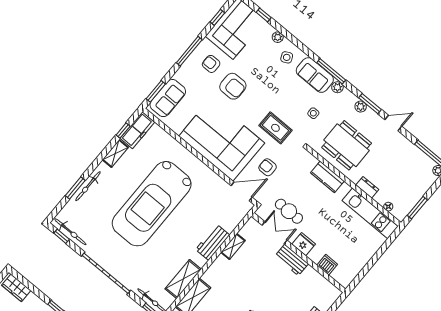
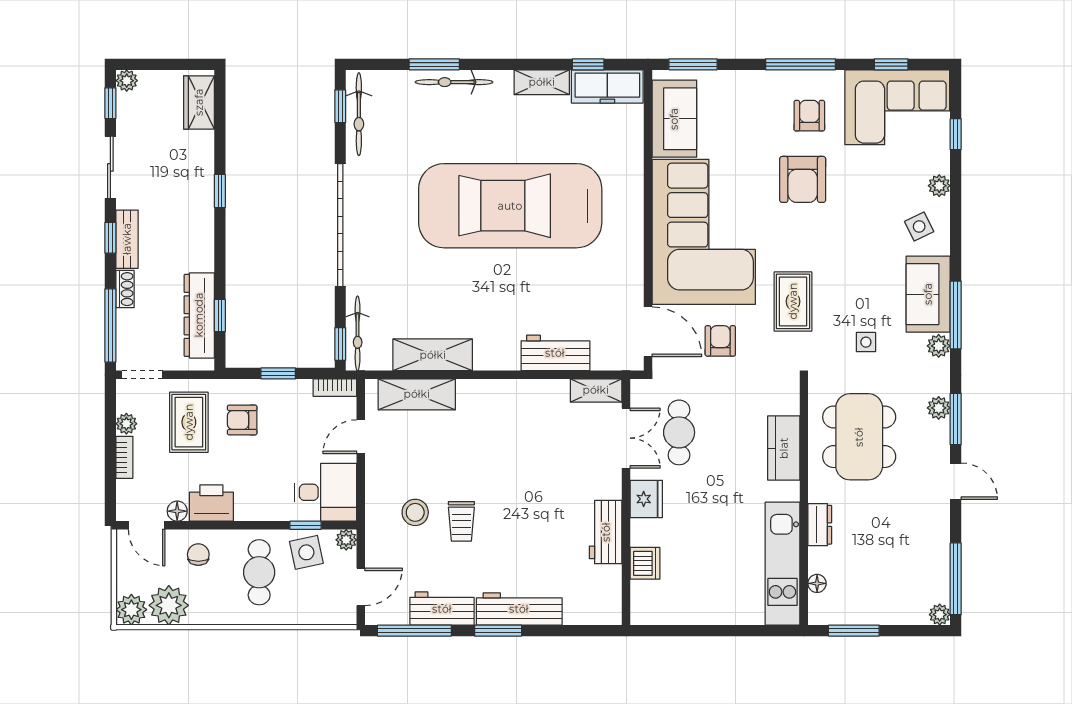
sofa: (168, 98) -> (674, 119), moved, turned -90
workbench: (213, 242) -> (555, 353), moved
shelving: (233, 246) -> (596, 390), moved
workbench: (292, 260) -> (606, 532), moved

